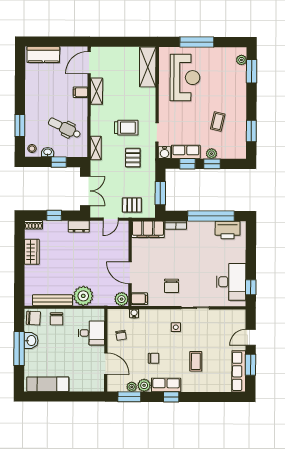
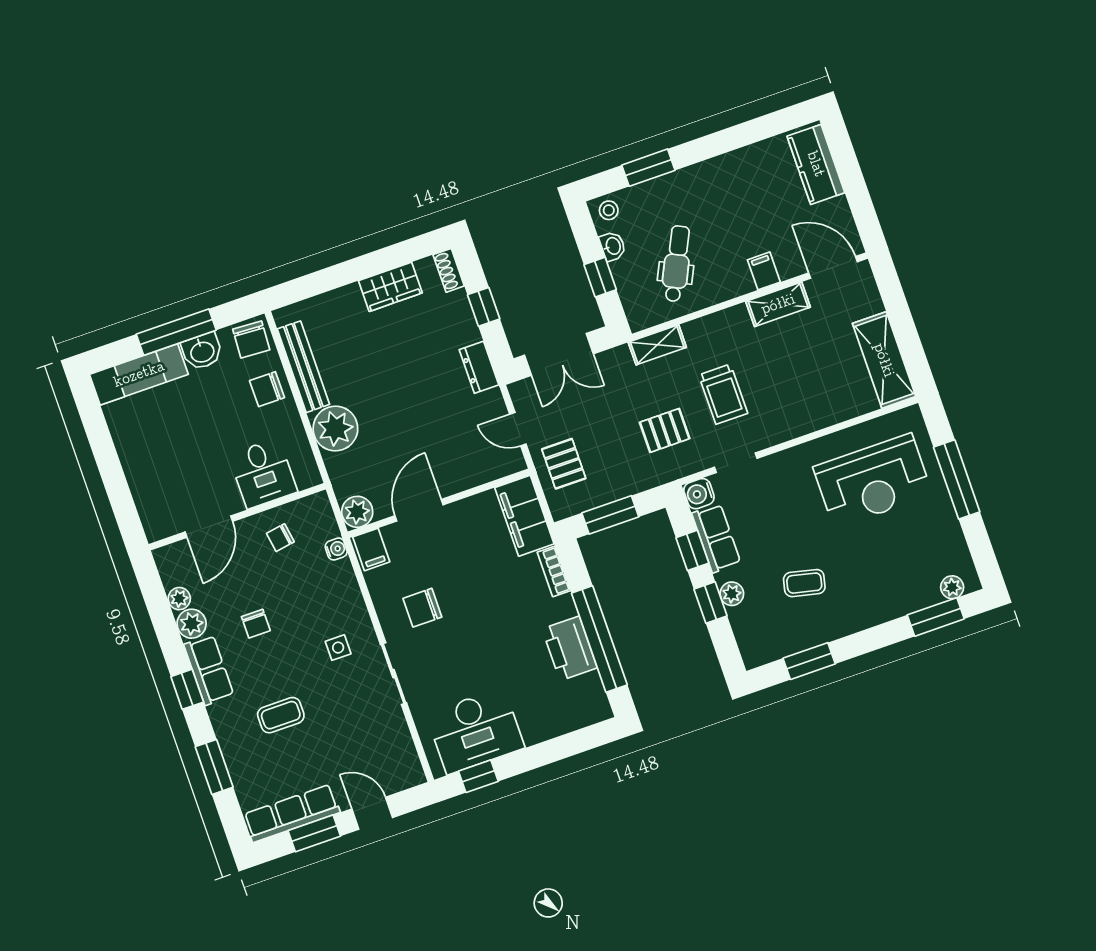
shelving: (148, 67) -> (884, 360), moved, turned 90
printer: (228, 230) -> (570, 648), moved
exam couch: (48, 384) -> (139, 374), moved, turned 90
window: (129, 397) -> (214, 767), moved

